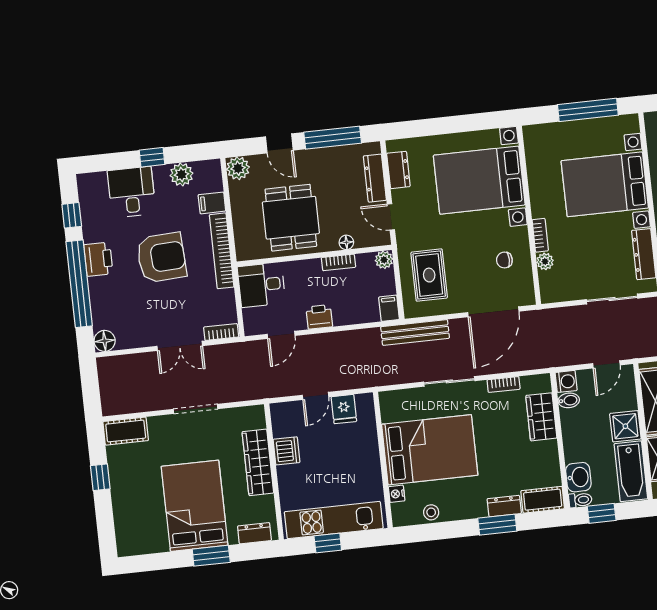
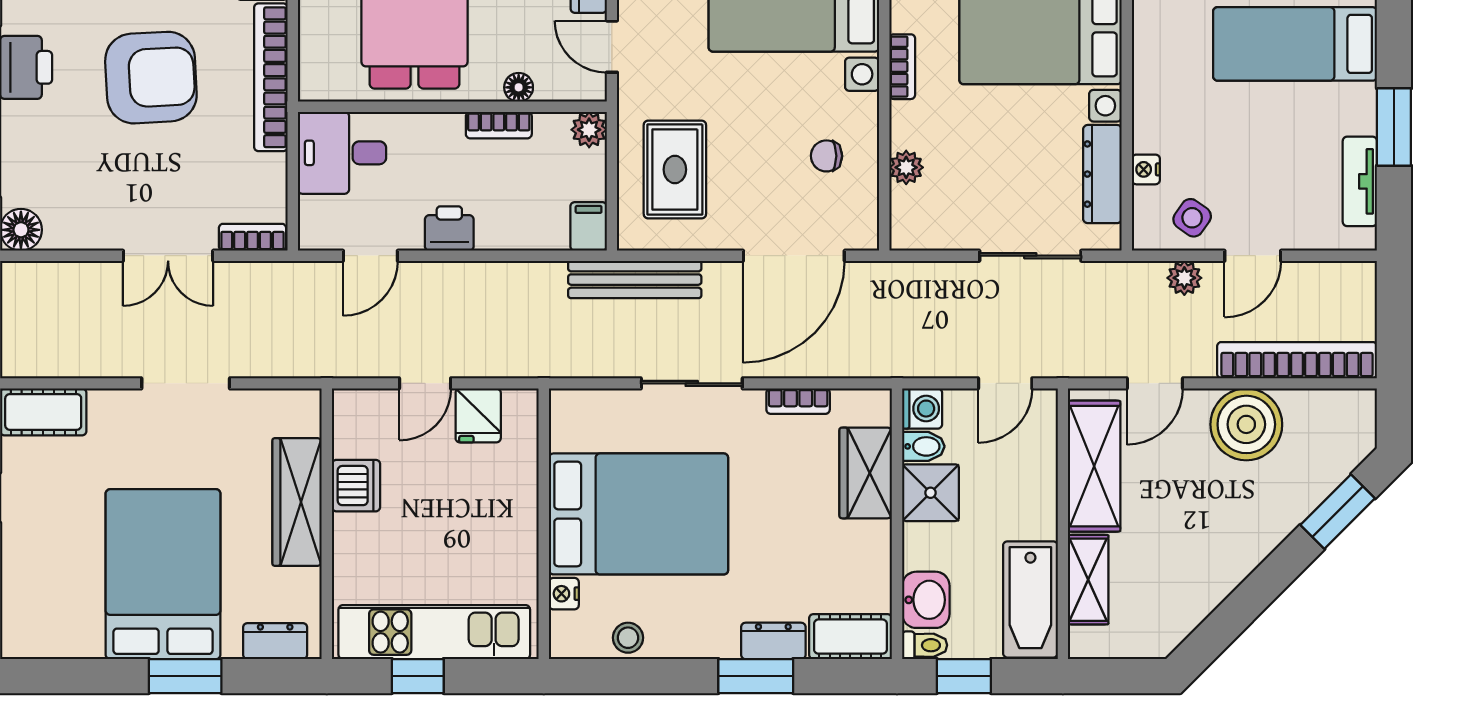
bookcase: (540, 235) -> (902, 67), moved
shower: (625, 426) -> (931, 493), moved

